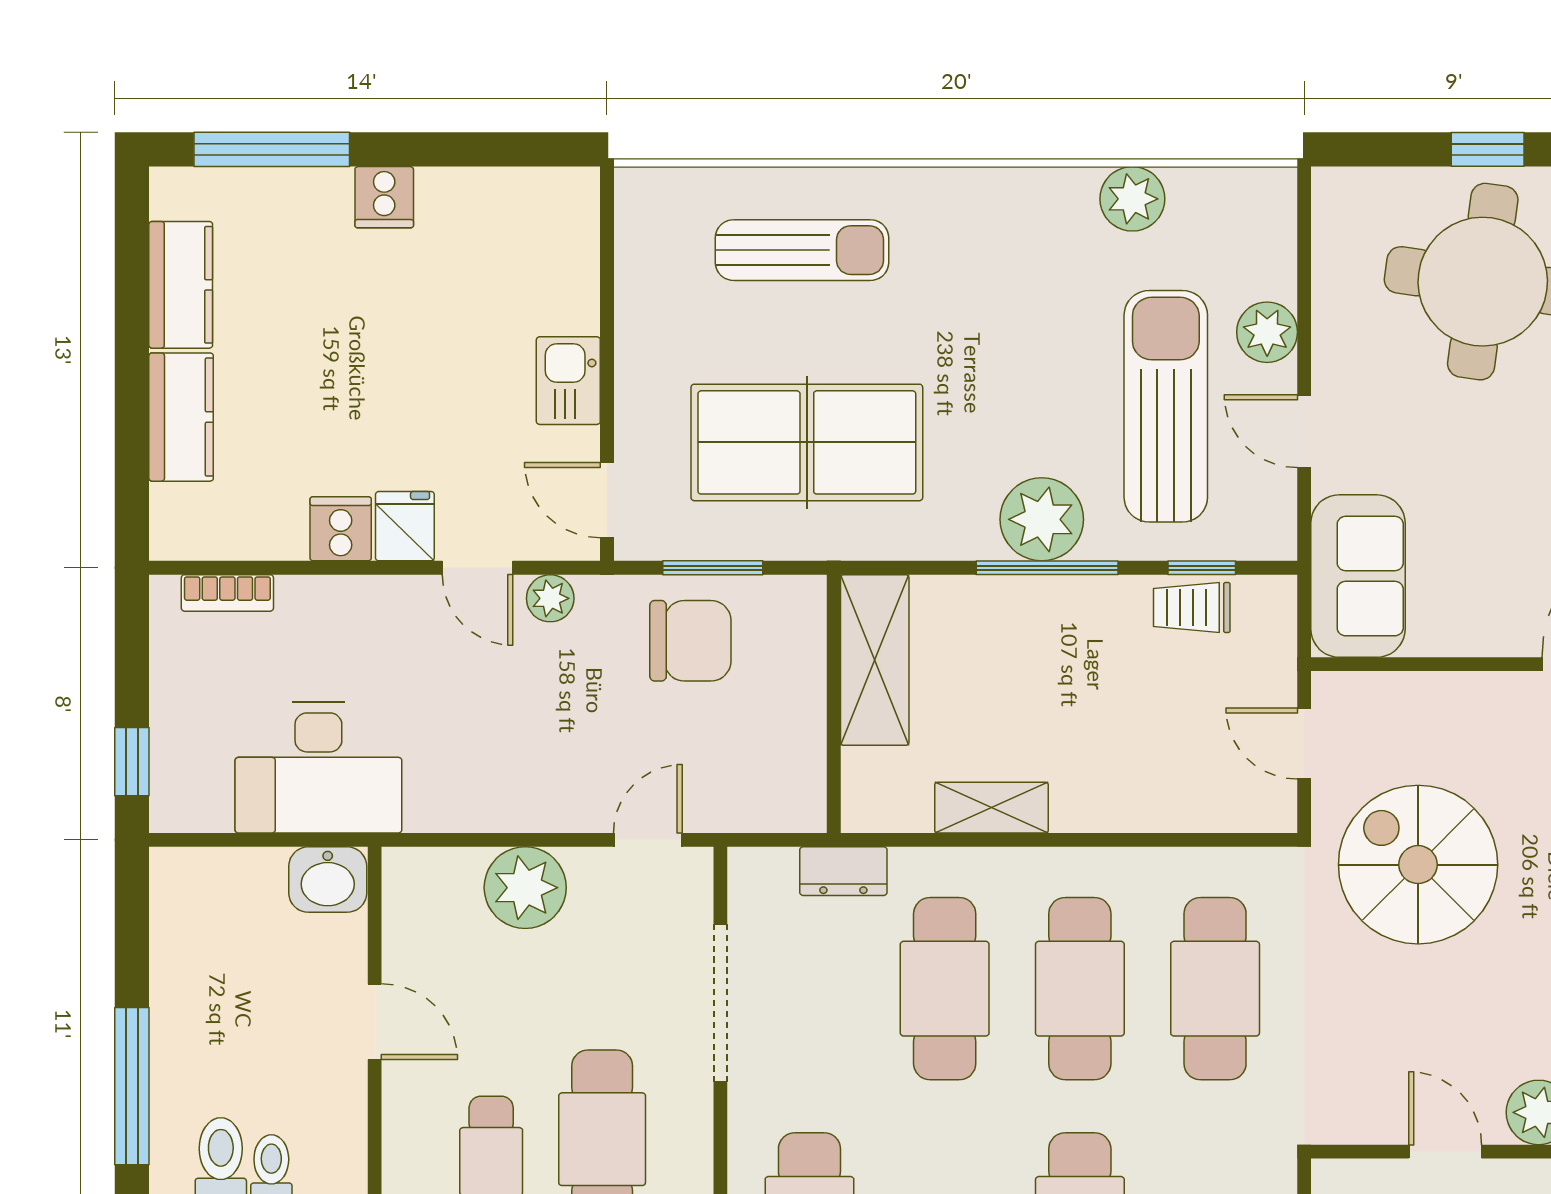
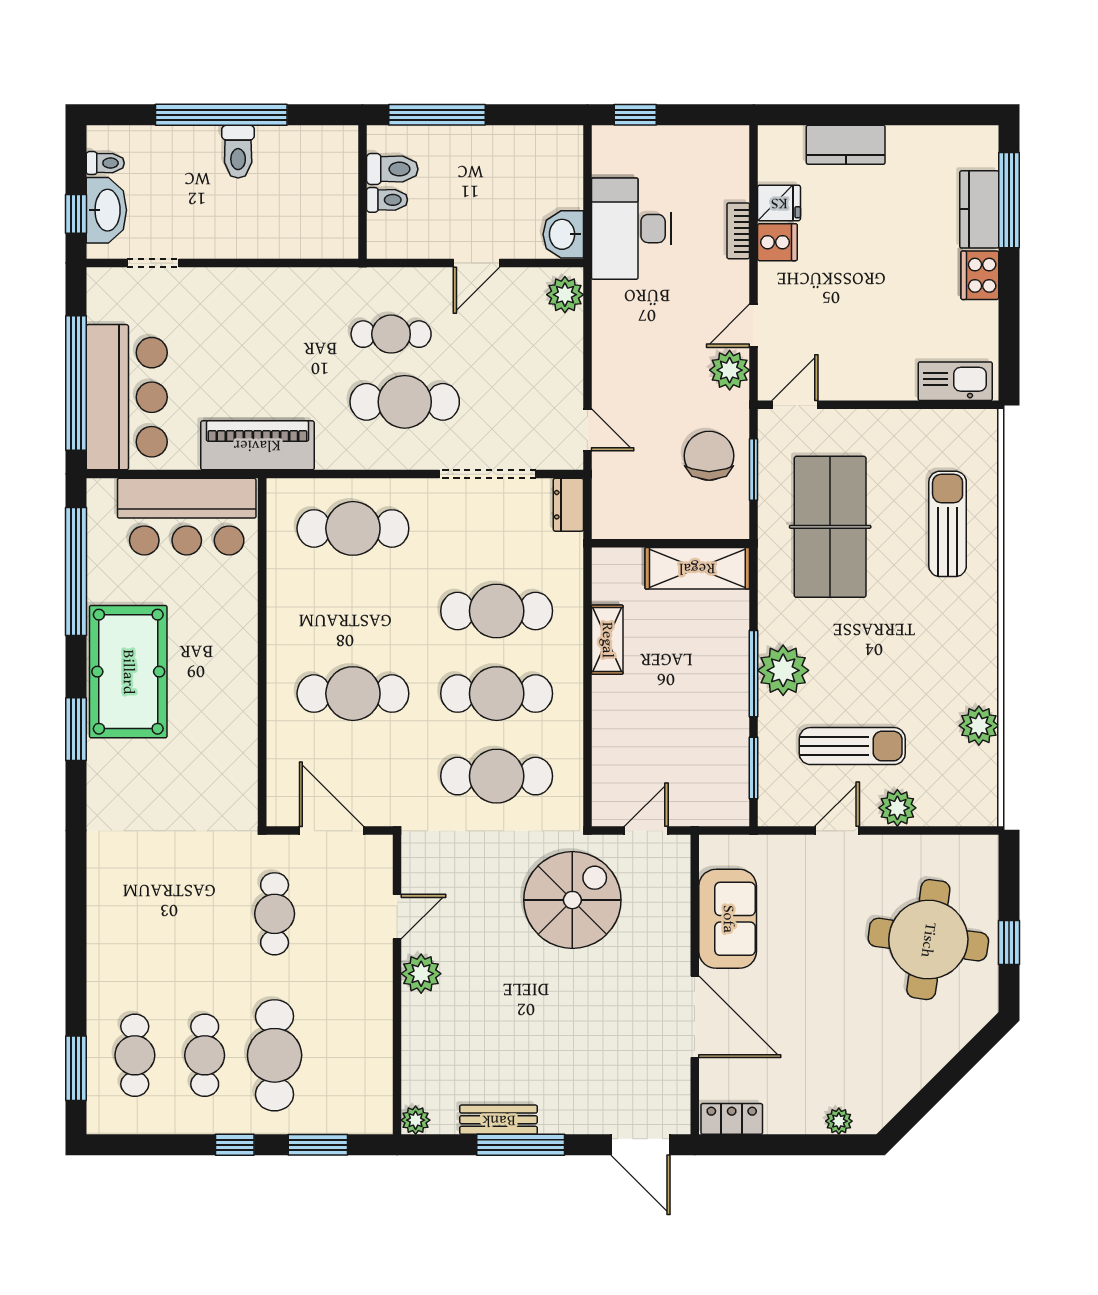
cooker: (384, 197) -> (980, 275), width x1.36
sun lounger: (802, 250) -> (948, 524), turned 180
kitchen counter: (181, 285) -> (979, 209), moved, turned 90
kitchen sink: (568, 381) -> (955, 381), moved, width x1.38
sun lounger: (1166, 406) -> (852, 746), width x0.73, depth x0.75
fridge: (405, 526) -> (779, 203), moved
window: (1202, 568) -> (754, 768), width x1.50
sofa: (1358, 576) -> (728, 919), moved, turned -90
bookcase: (227, 593) -> (738, 231), moved
plant: (550, 598) -> (730, 370), width x1.38, depth x1.38
trolley: (1192, 608) -> (729, 762), removed
chair: (690, 641) -> (709, 456), turned 180
dresser: (843, 871) -> (568, 505), moved
plant: (525, 888) -> (565, 295), moved, width x0.73, depth x0.73

